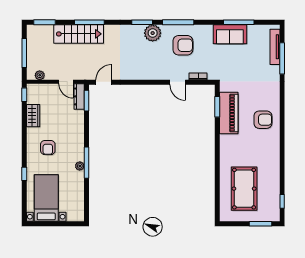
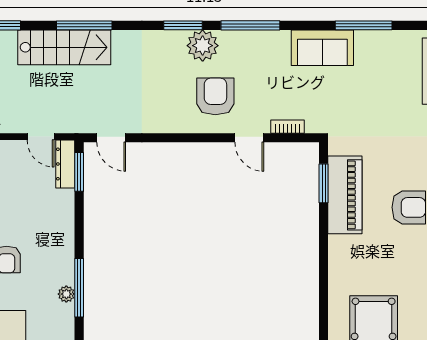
sofa: (230, 34) -> (322, 48), moved
armchair: (183, 45) -> (215, 96), moved, turned -90
door: (104, 82) -> (111, 138), swing flipped

